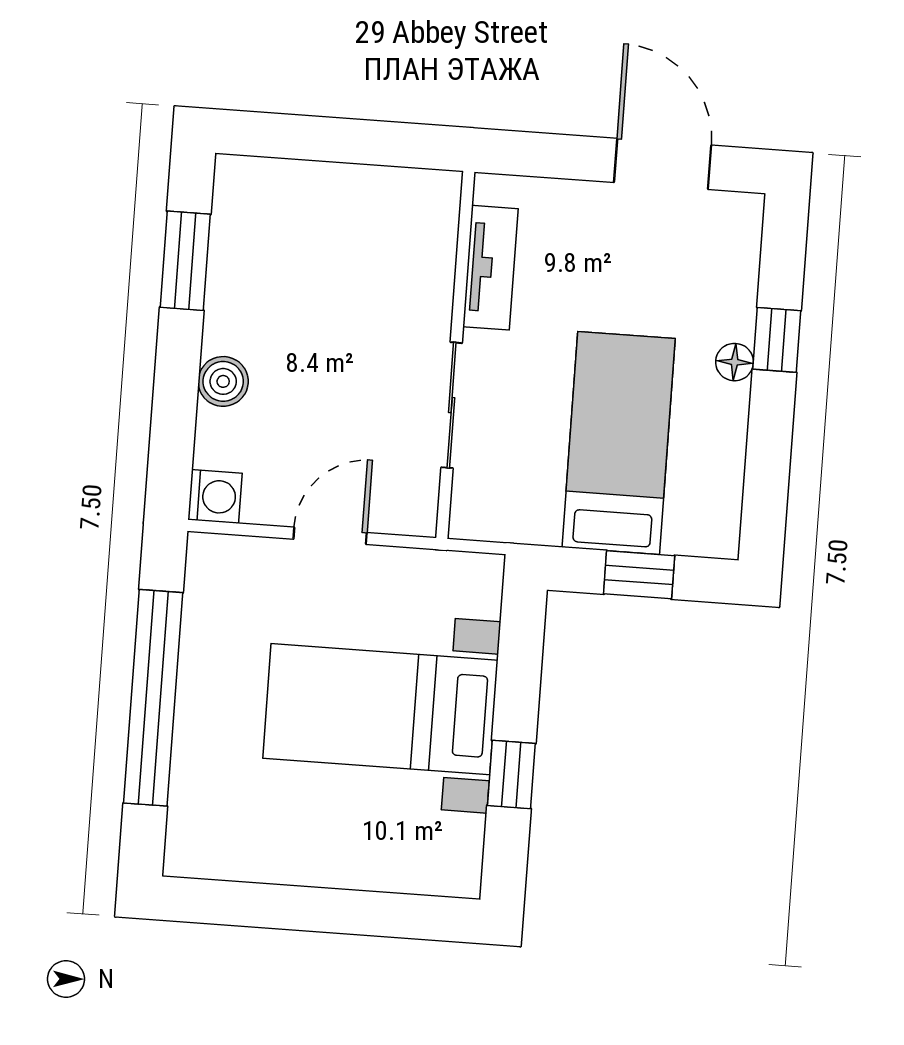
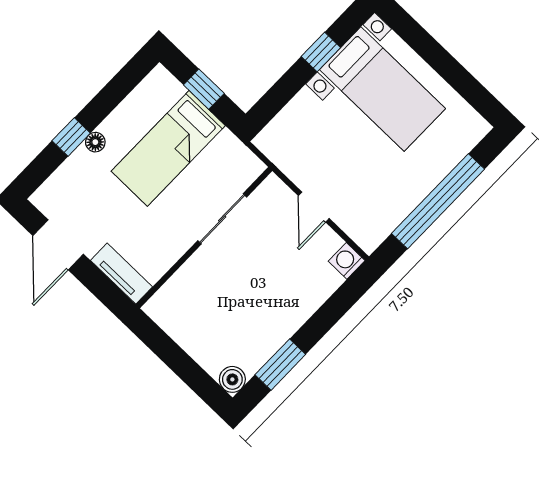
tv unit: (490, 268) -> (121, 274), moved, turned 90
boiler: (223, 381) -> (232, 379), moved
door: (330, 536) -> (314, 207), hinge flipped
bed with nightstands: (380, 709) -> (383, 89), moved

